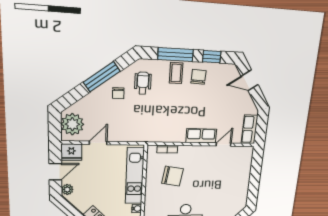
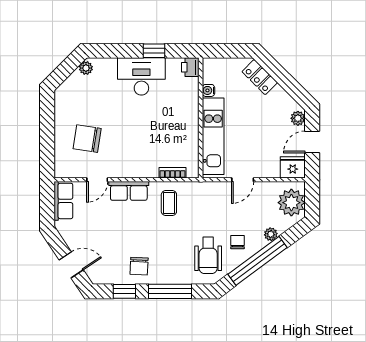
coffee table: (176, 73) -> (169, 203), moved
window: (102, 77) -> (258, 261), width x1.46
wheelchair: (143, 83) -> (208, 255), width x1.36, depth x1.37
plant: (90, 99) -> (271, 234), added
door: (98, 143) -> (243, 180), moved
chair: (172, 176) -> (87, 139), moved

